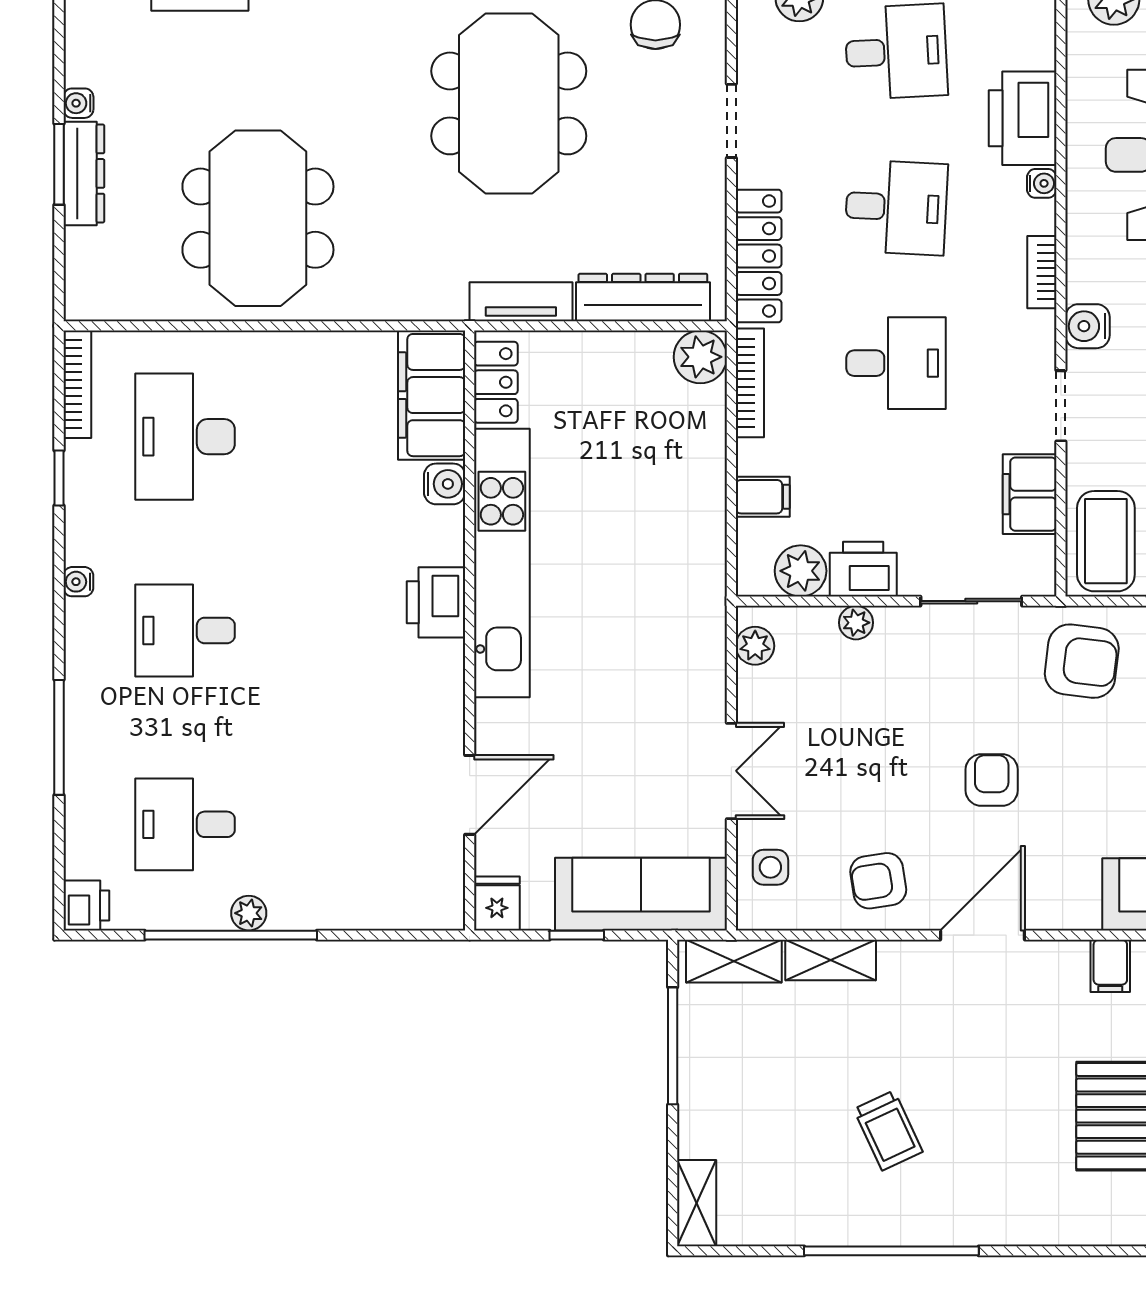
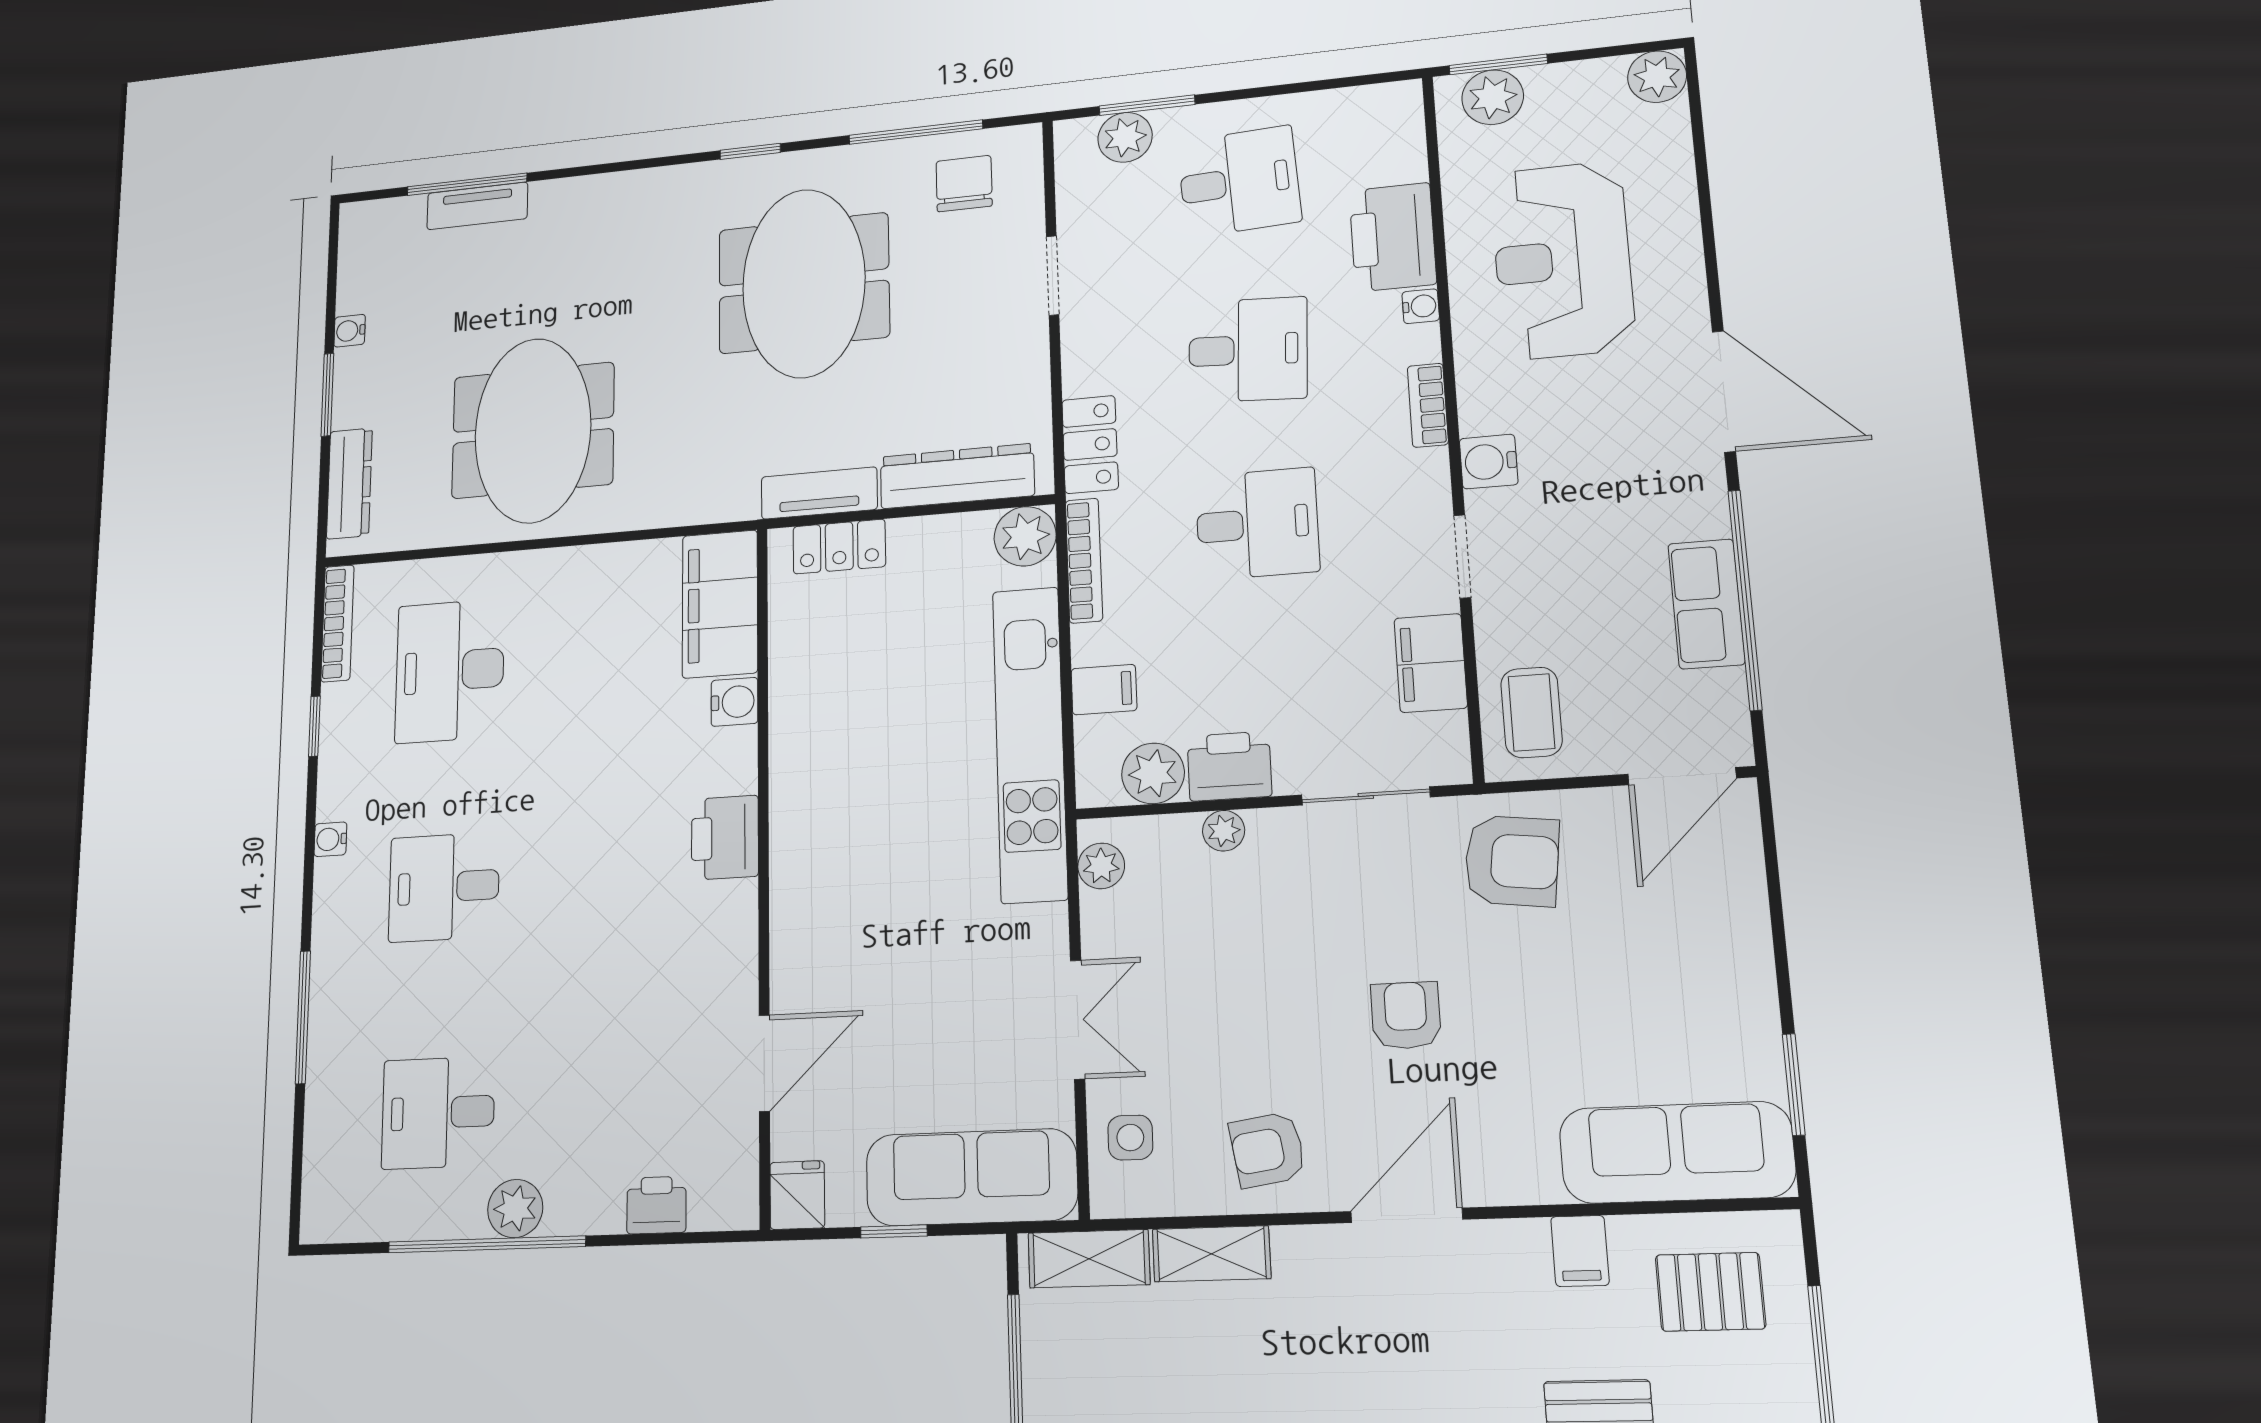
dresser: (84, 173) -> (349, 483), moved
locker: (759, 256) -> (1090, 445), width x0.66
locker: (496, 382) -> (839, 547), moved, turned 90
coffee table: (1106, 541) -> (1532, 712), width x0.73, depth x0.77
kitchen unit: (502, 563) -> (1030, 744), moved, turned 180
printer: (86, 905) -> (656, 1205), moved, turned -90
plant: (249, 913) -> (515, 1209), width x1.38, depth x1.38

